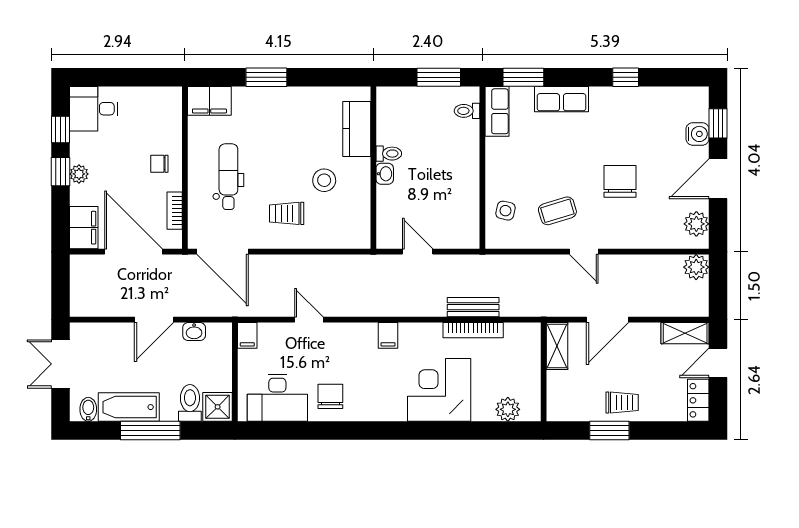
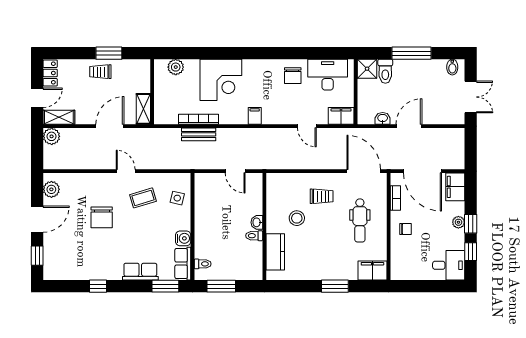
water cooler: (698, 134) -> (183, 238), moved, turned 180
plant: (696, 267) -> (52, 136), moved
filing cabinet: (247, 335) -> (341, 116), width x2.00
bathtub: (129, 407) -> (426, 69), removed

